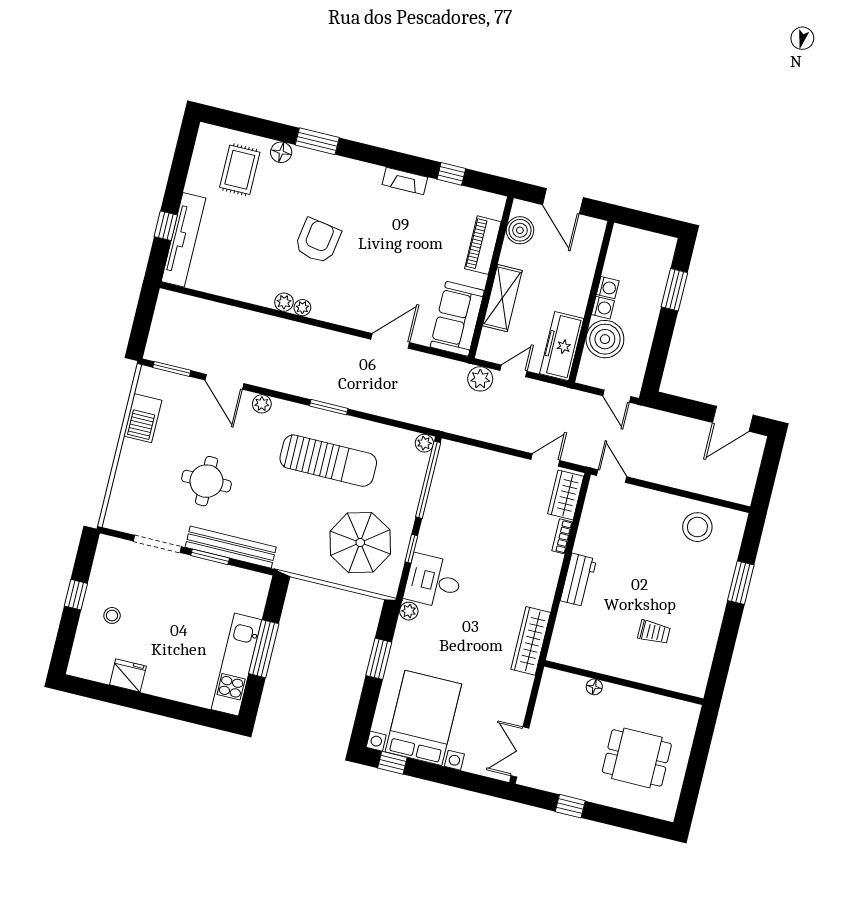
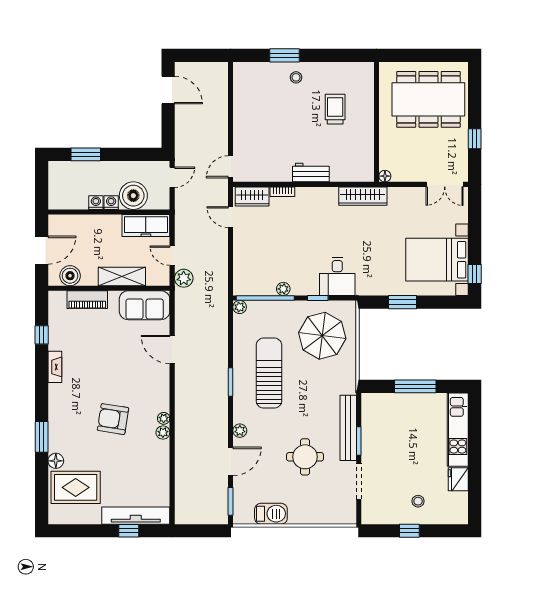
rug: (240, 170) -> (76, 487), width x1.36, depth x1.43
stool: (697, 527) -> (296, 77), moved, width x0.53, depth x0.53
plant: (409, 611) -> (283, 289), moved
trolley: (654, 632) -> (335, 109), width x1.36, depth x1.39
kitchen unit: (236, 665) -> (458, 430), moved, turned 90
floor lamp: (594, 687) -> (385, 176), moved
dining table: (637, 758) -> (428, 99), width x1.88, depth x1.24

